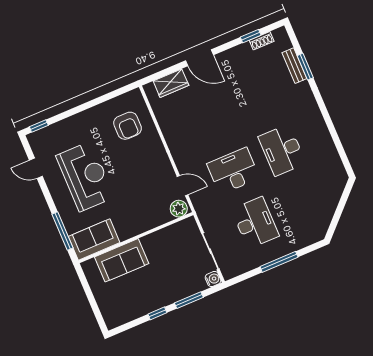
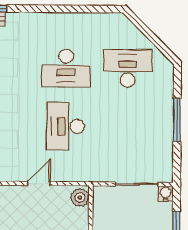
door: (183, 186) -> (39, 184), moved
desk: (255, 223) -> (128, 68), moved

